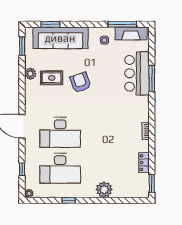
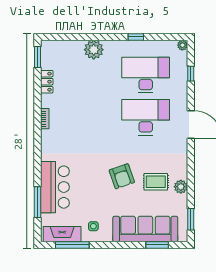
window: (152, 78) -> (37, 202), moved

